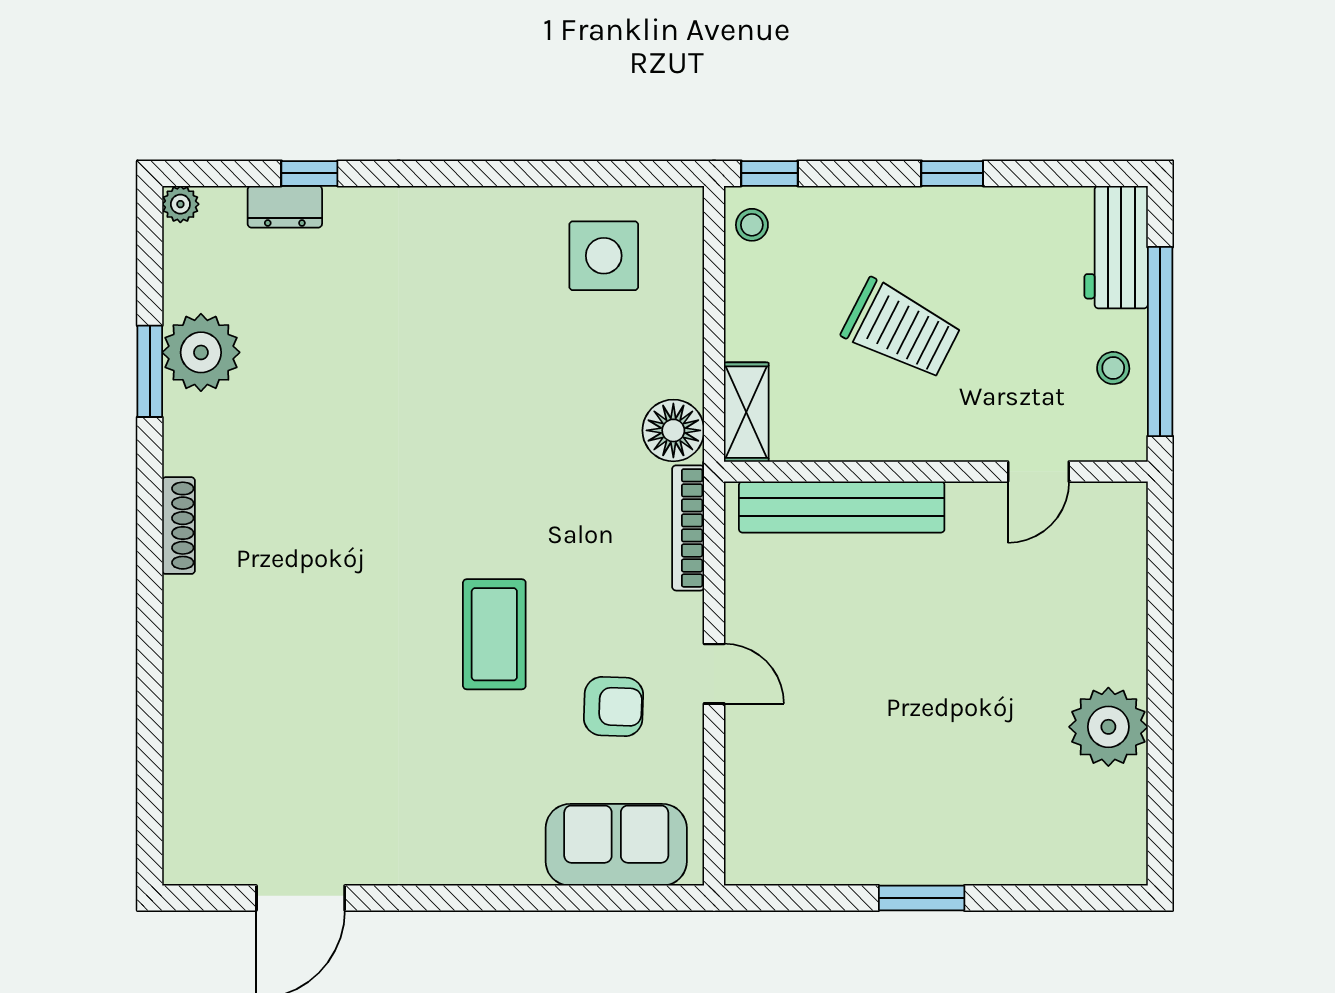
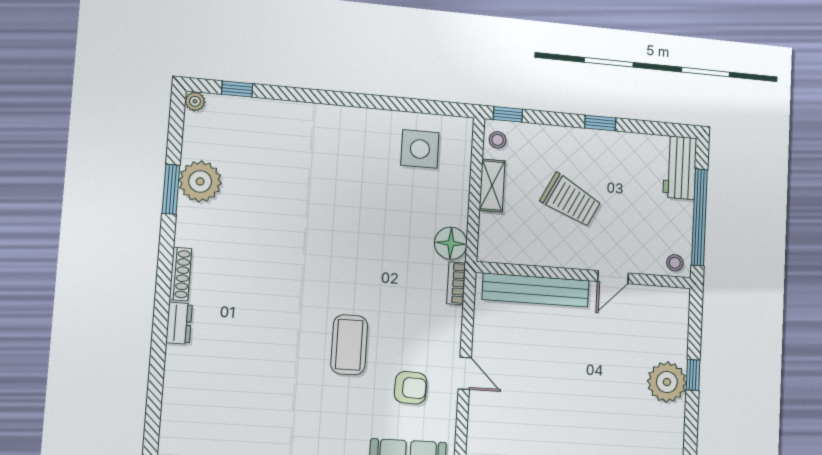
window: (309, 173) -> (237, 89), moved
dresser: (285, 207) -> (179, 323), moved, turned -90
stool: (1113, 368) -> (675, 263), moved
shelving: (746, 412) -> (492, 186), moved
door: (1038, 472) -> (613, 277), moved
bookcase: (688, 528) -> (456, 283), width x0.64
window: (1160, 649) -> (693, 375), added
plant: (1108, 727) -> (667, 382), moved

